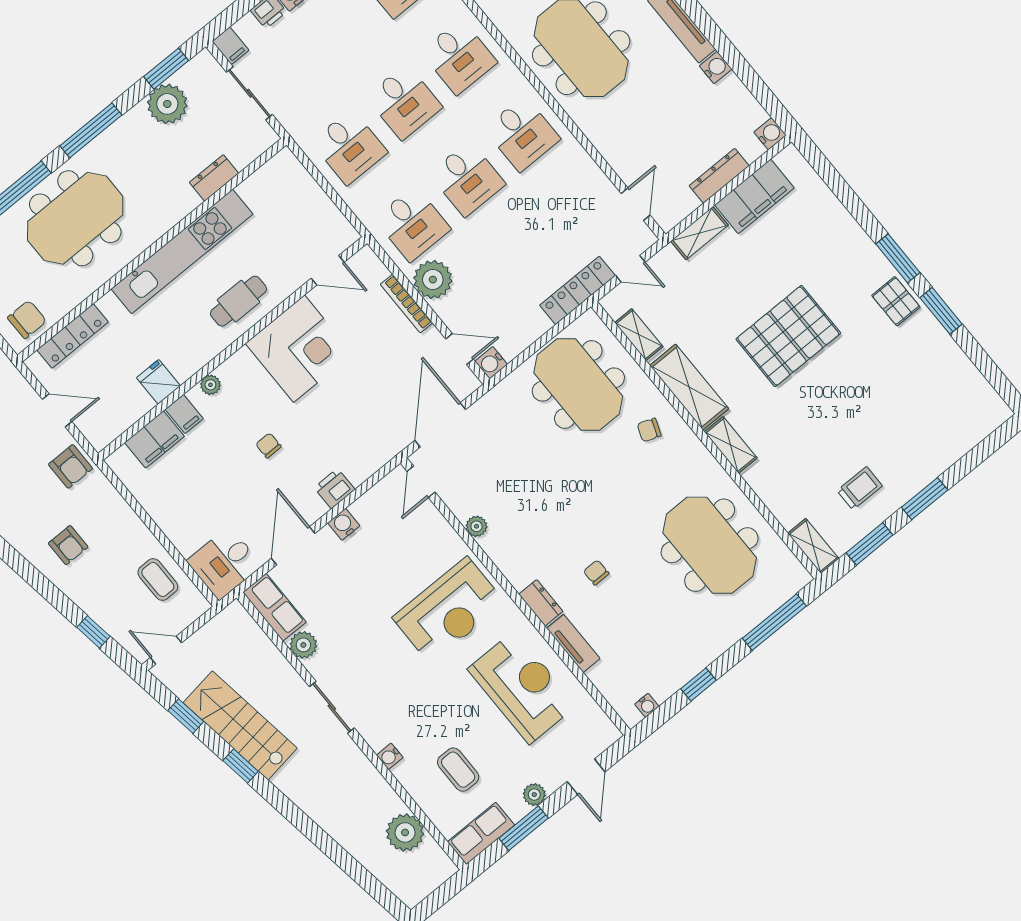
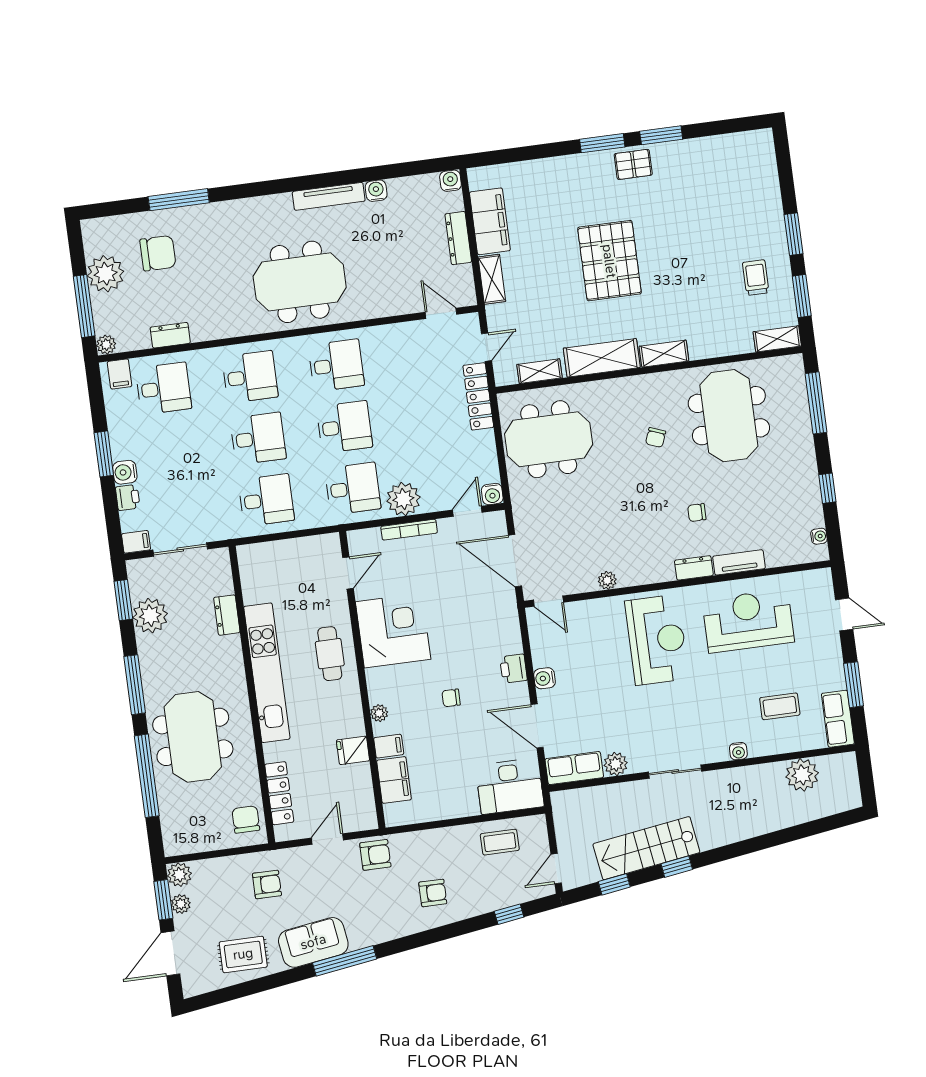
chair: (649, 430) -> (656, 437), moved
meeting table: (710, 545) -> (729, 416), turned 90
desk: (224, 563) -> (510, 786), width x1.37
plant: (534, 795) -> (833, 661), removed

